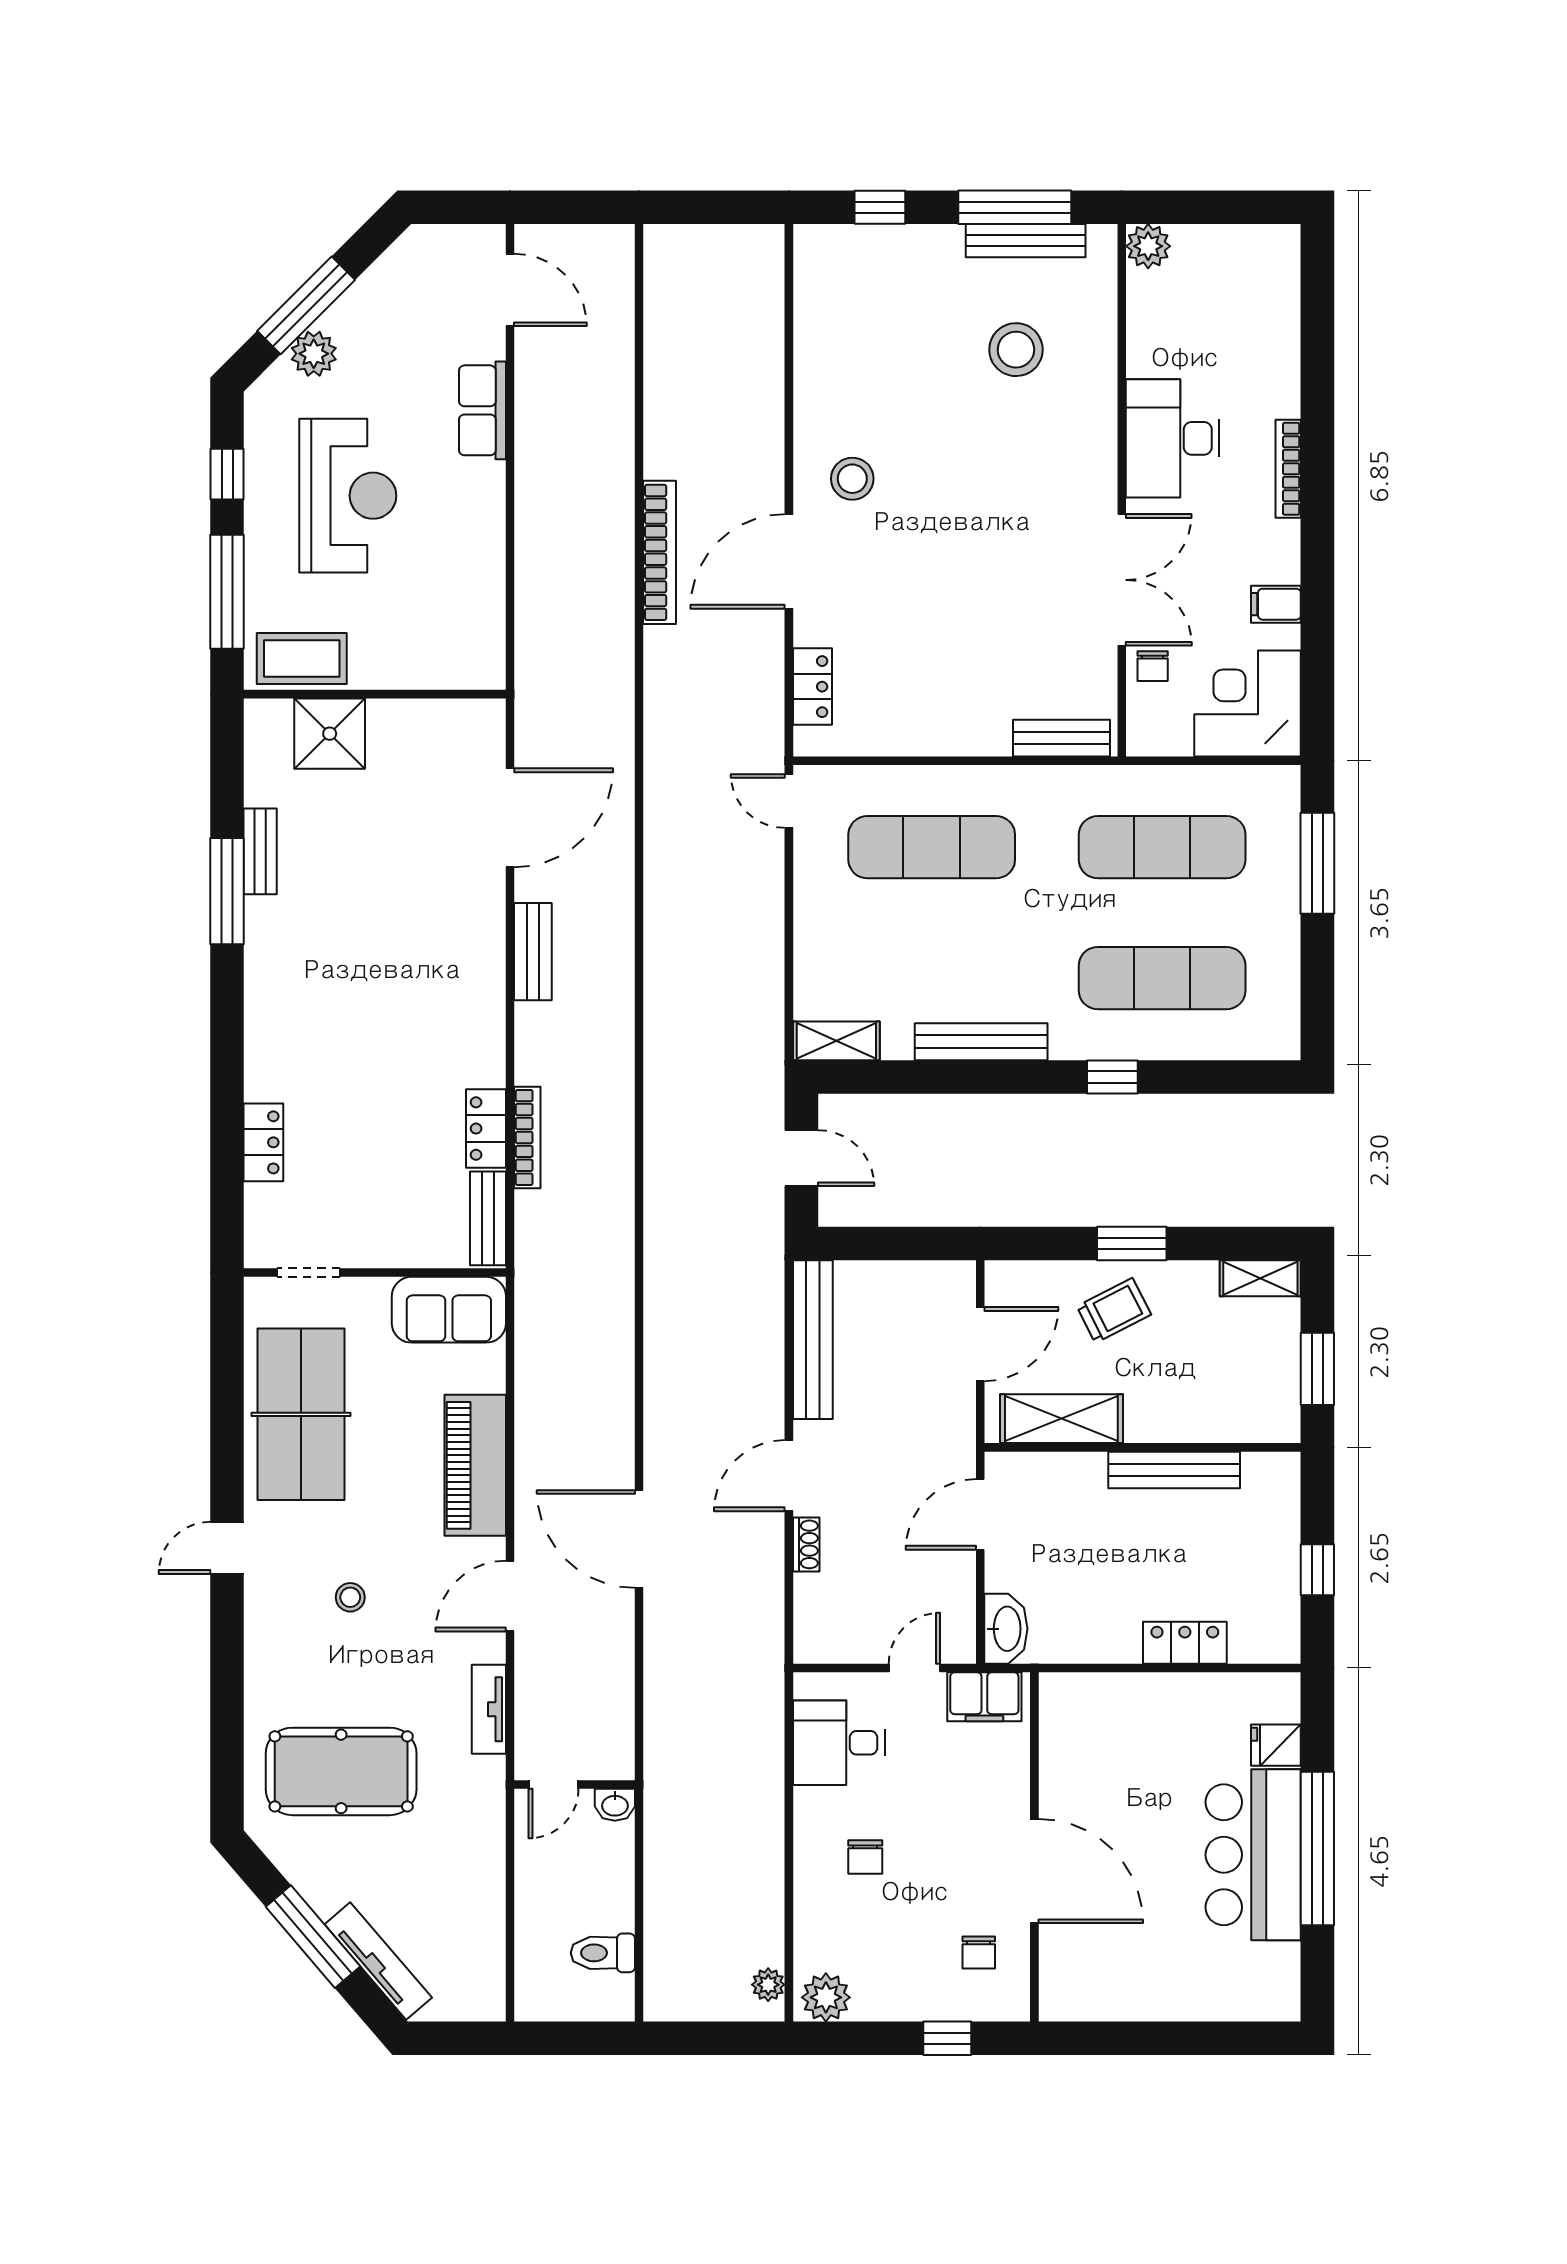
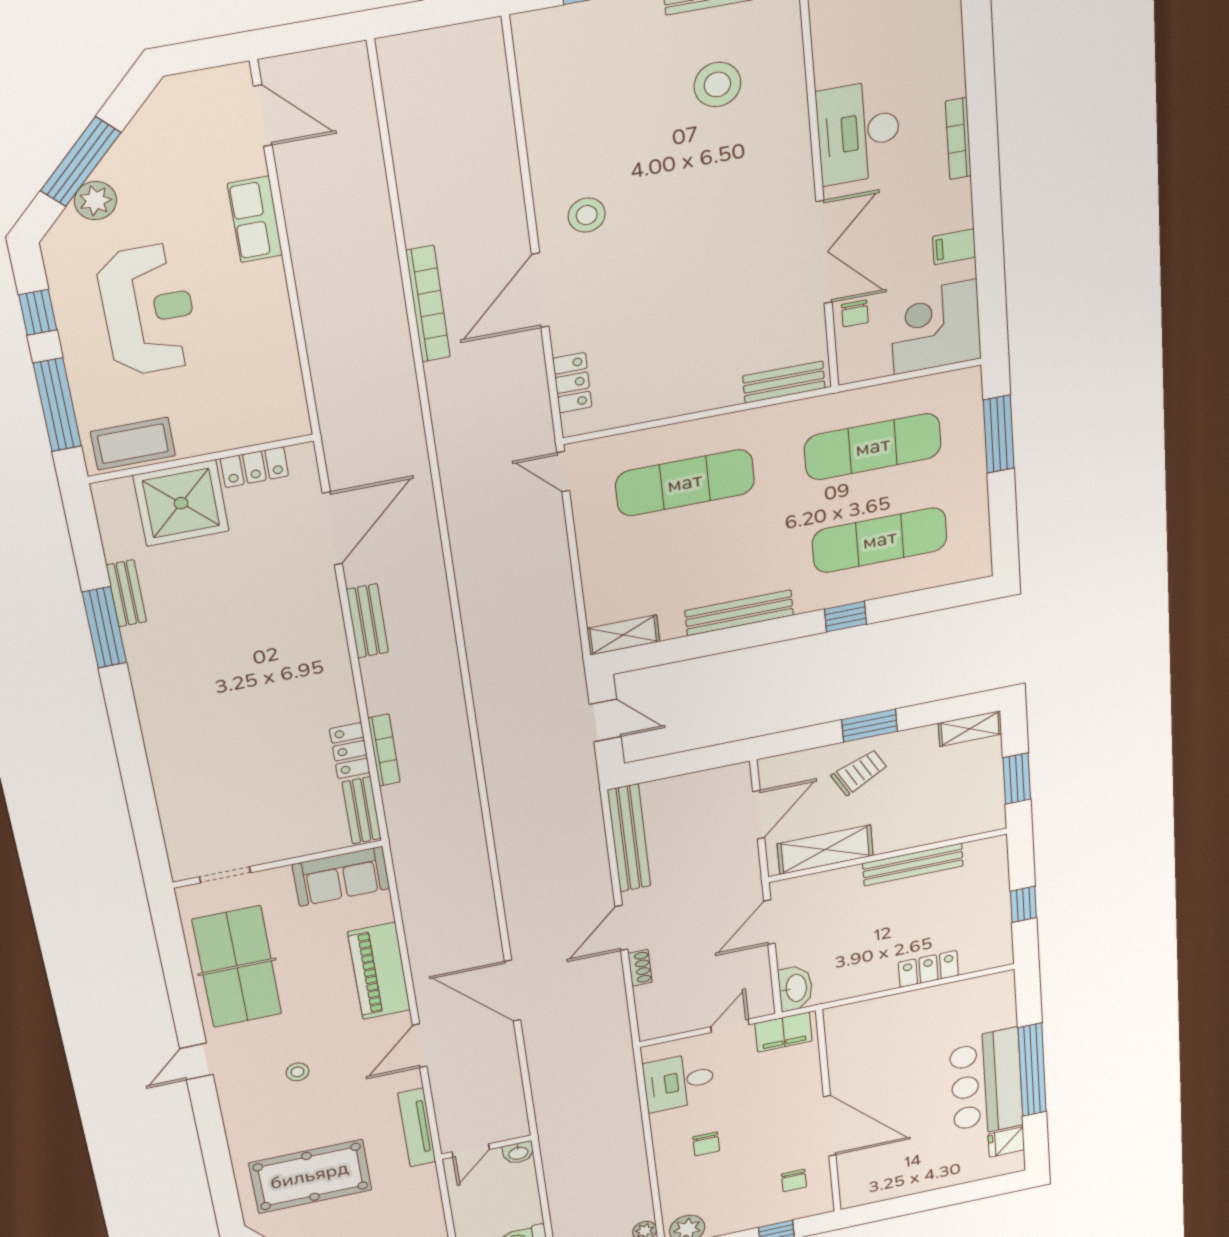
shower: (330, 734) -> (181, 503), width x1.37, depth x1.37
locker: (263, 1142) -> (254, 467), moved, turned 90
tv unit: (489, 1709) -> (417, 1128), width x1.41
fridge: (1276, 1745) -> (1006, 1142), moved

